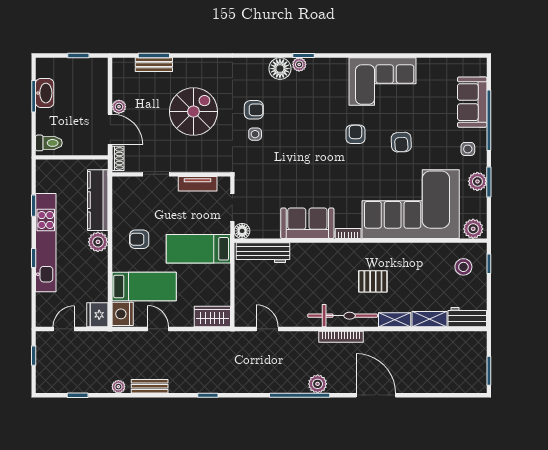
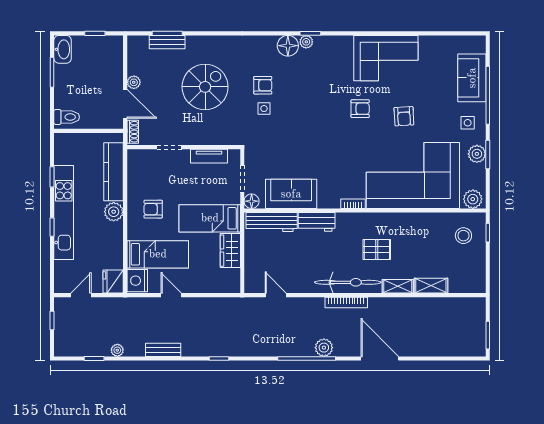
washbasin: (45, 93) -> (63, 49), moved
armchair: (355, 134) -> (360, 109), turned 90
sofa: (307, 223) -> (291, 194), moved
wardrobe: (212, 317) -> (230, 251), moved, turned -90
workbench: (467, 317) -> (317, 222), moved, turned 180
plant: (118, 387) -> (117, 350), moved

